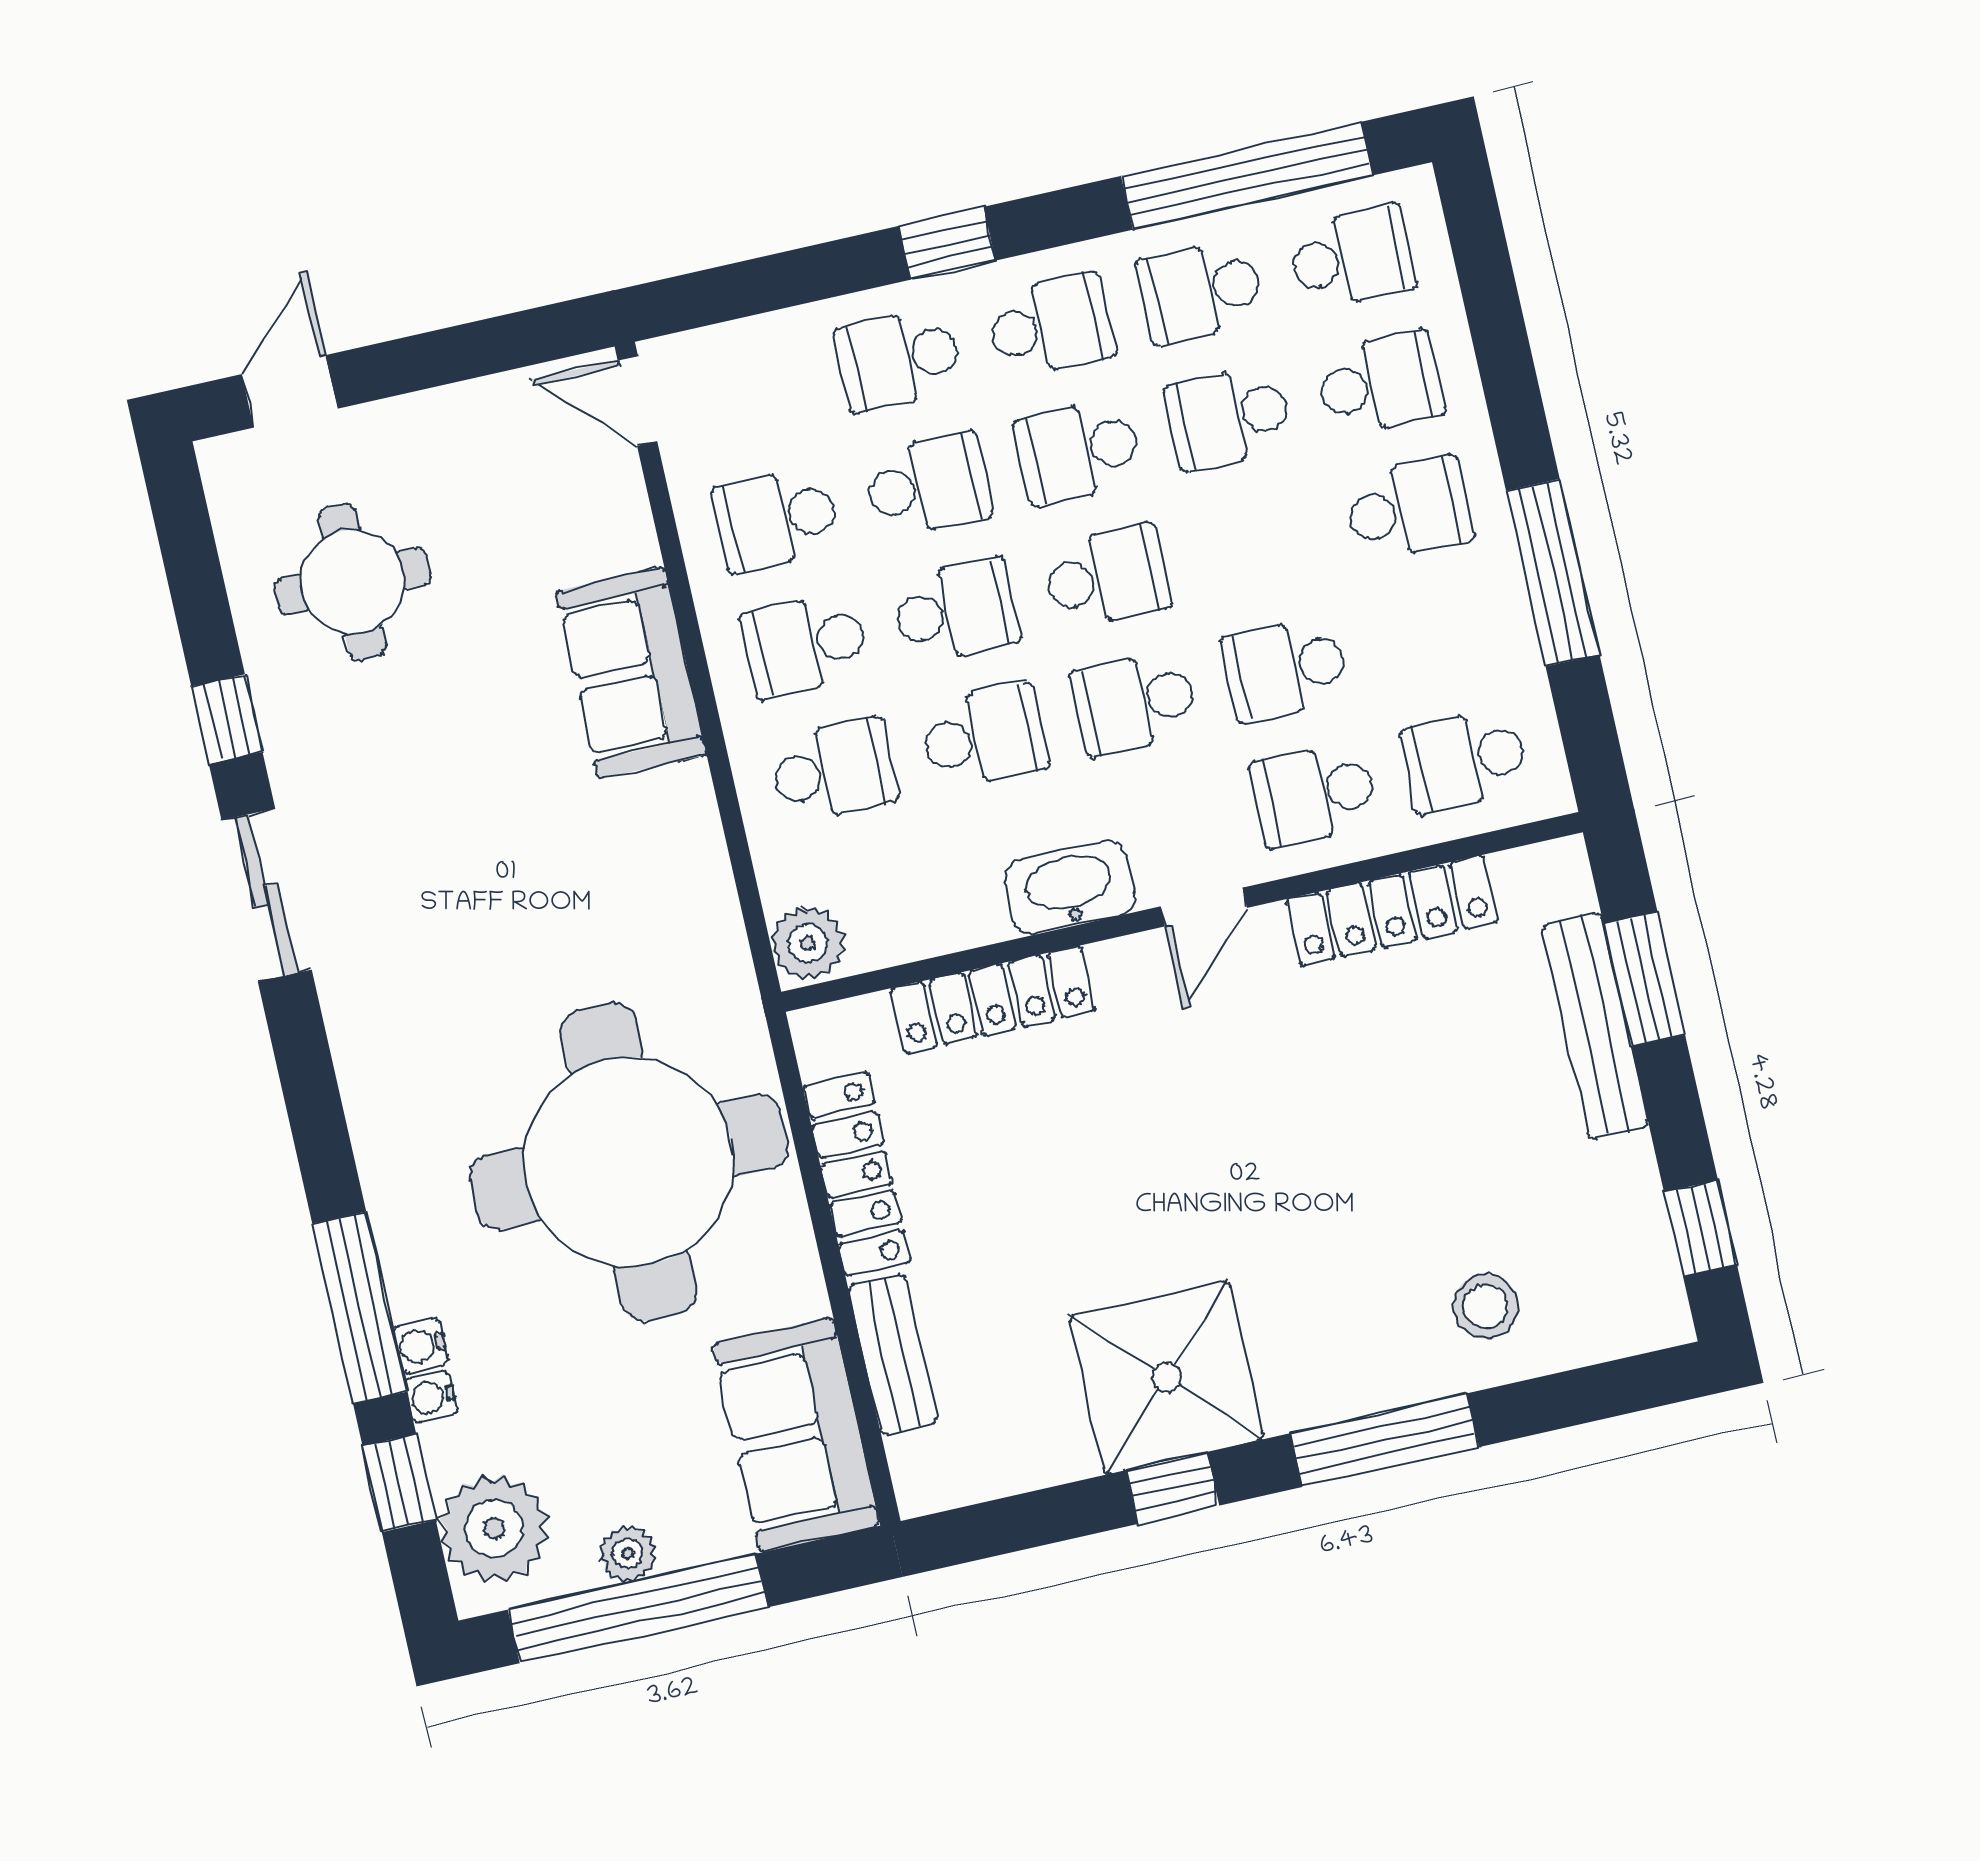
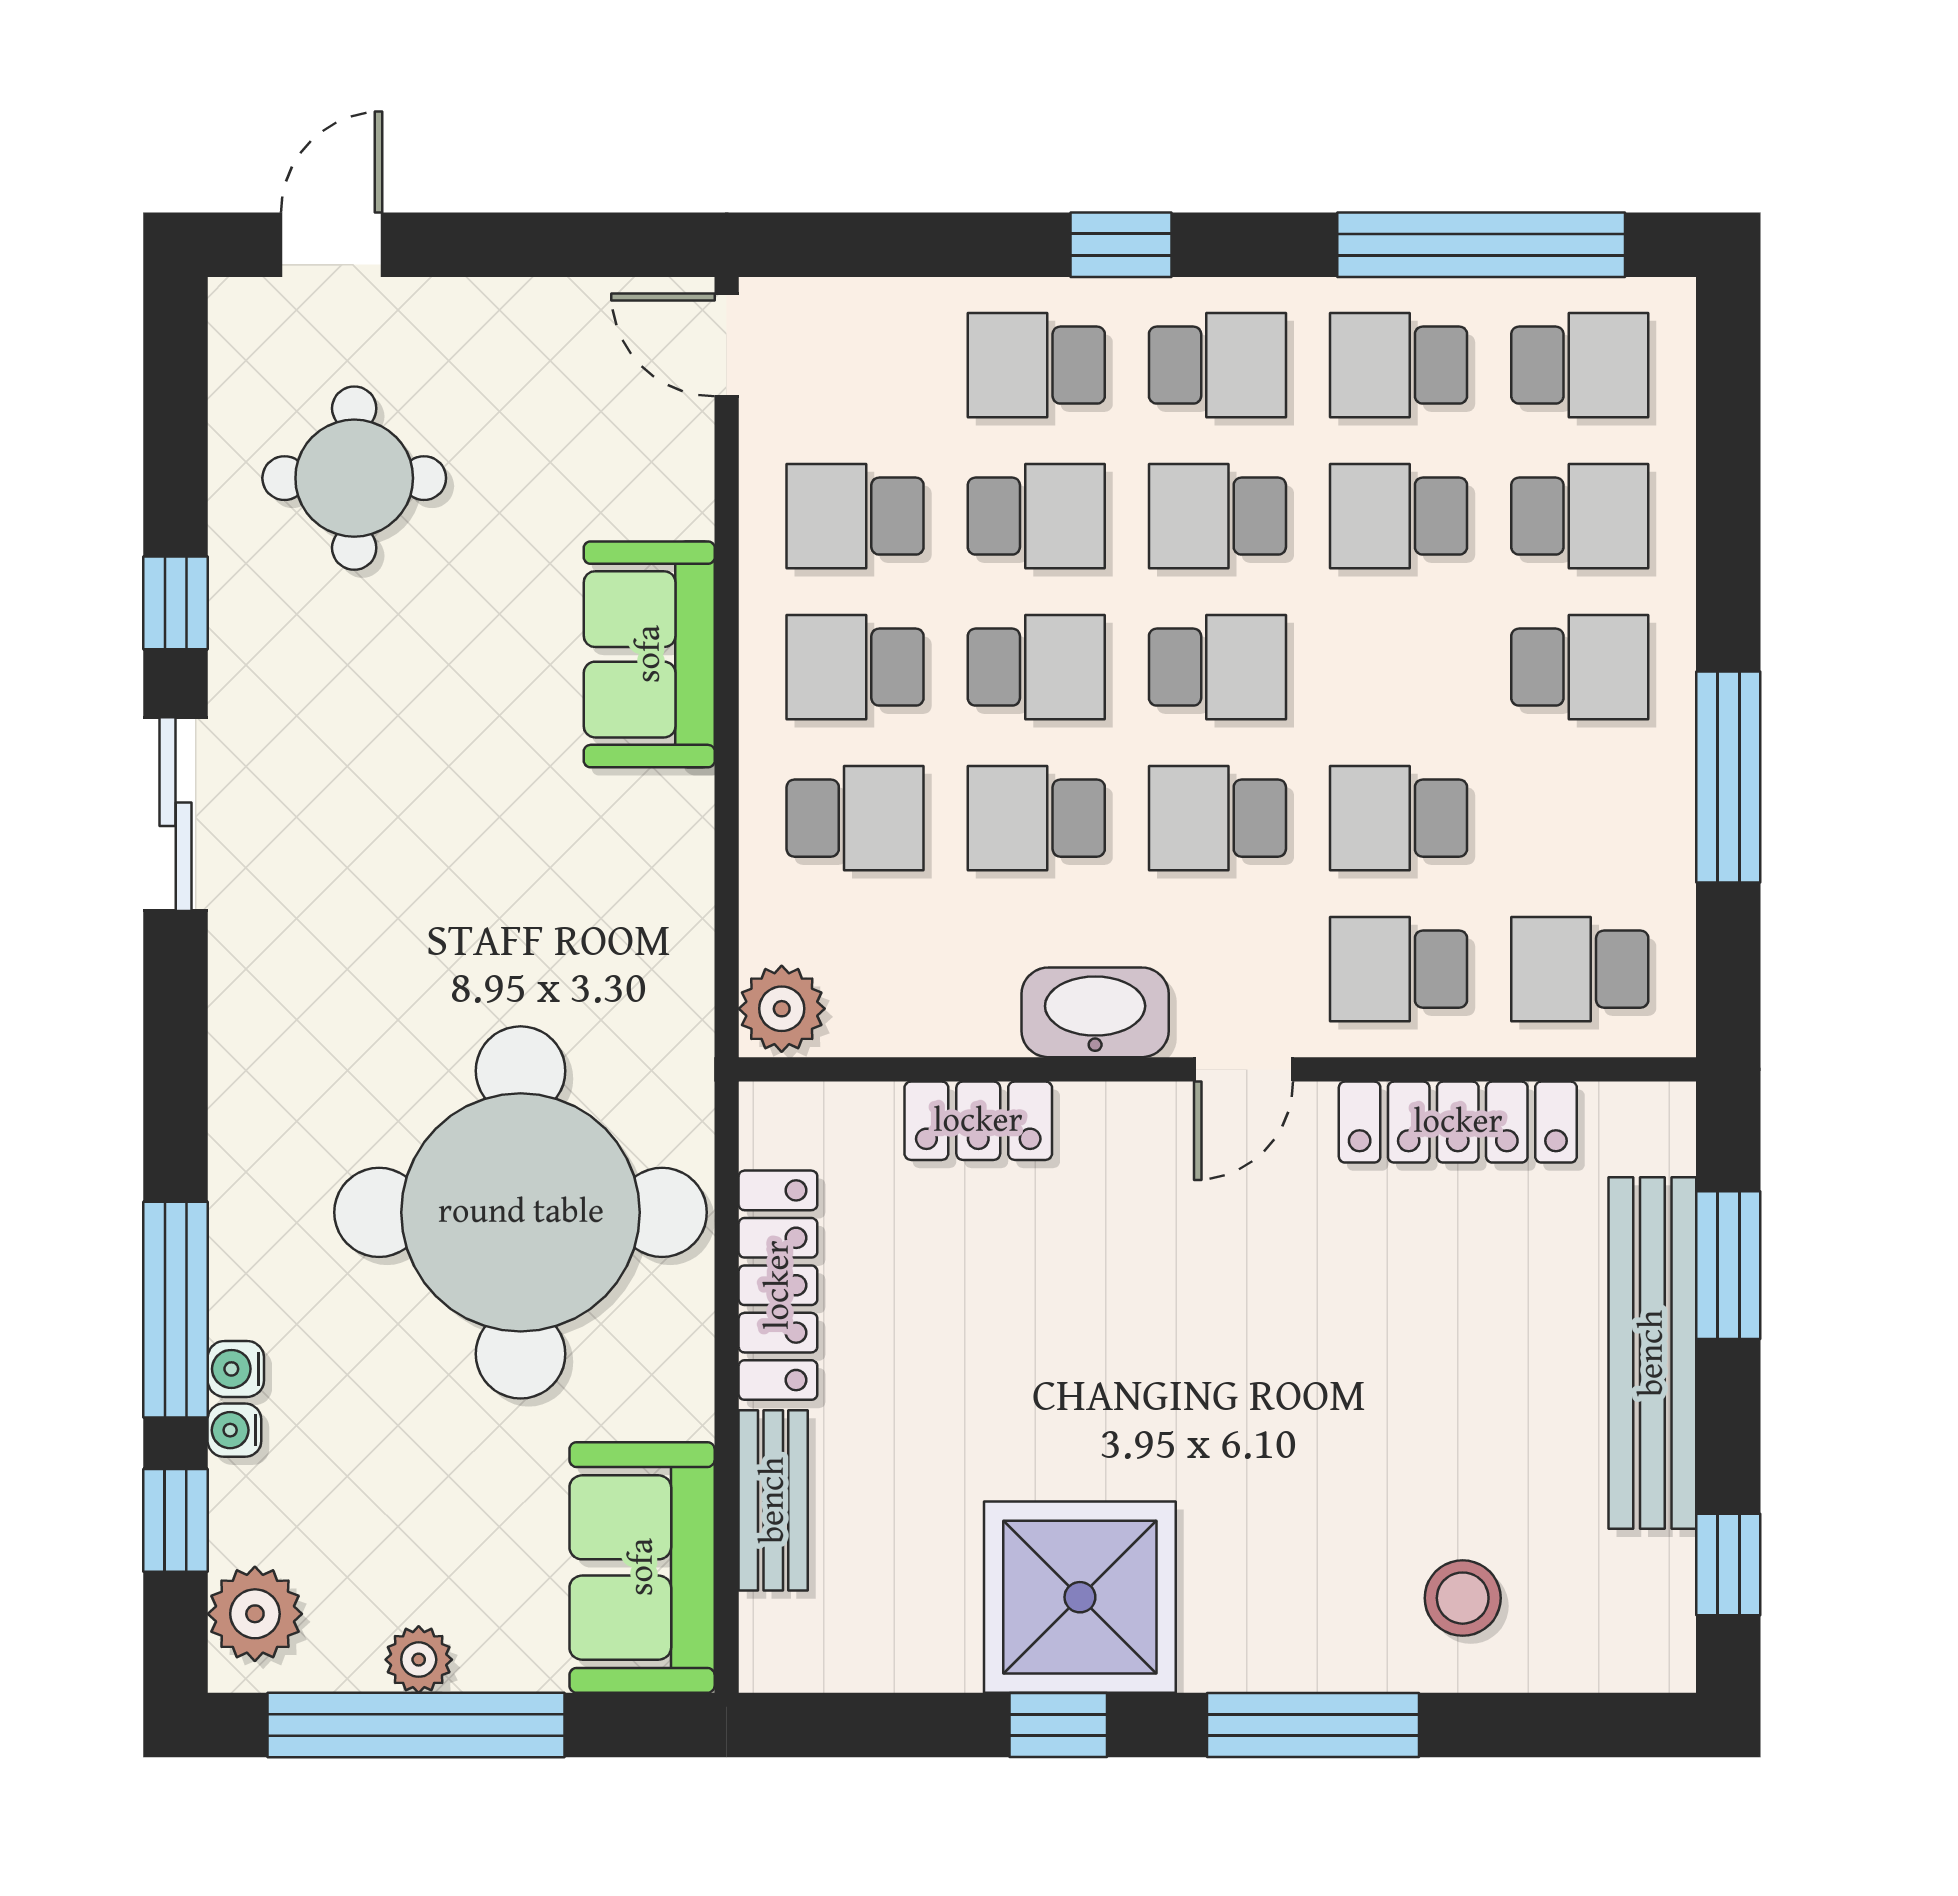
school desk: (984, 737) -> (1036, 818), turned 180
locker: (993, 1000) -> (978, 1121), width x0.66
bench: (1595, 1026) -> (1652, 1353), width x1.37, depth x1.21
plant: (494, 1528) -> (255, 1614), width x0.73, depth x0.73

